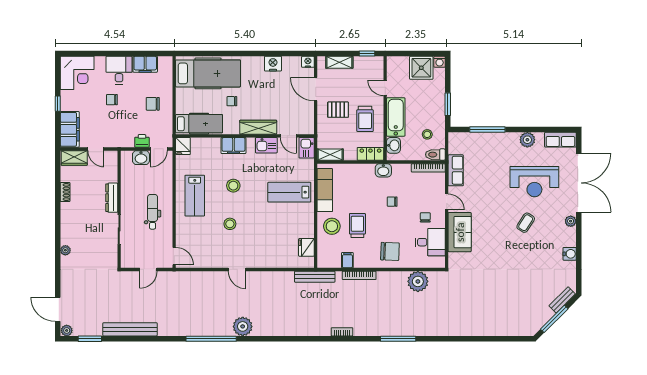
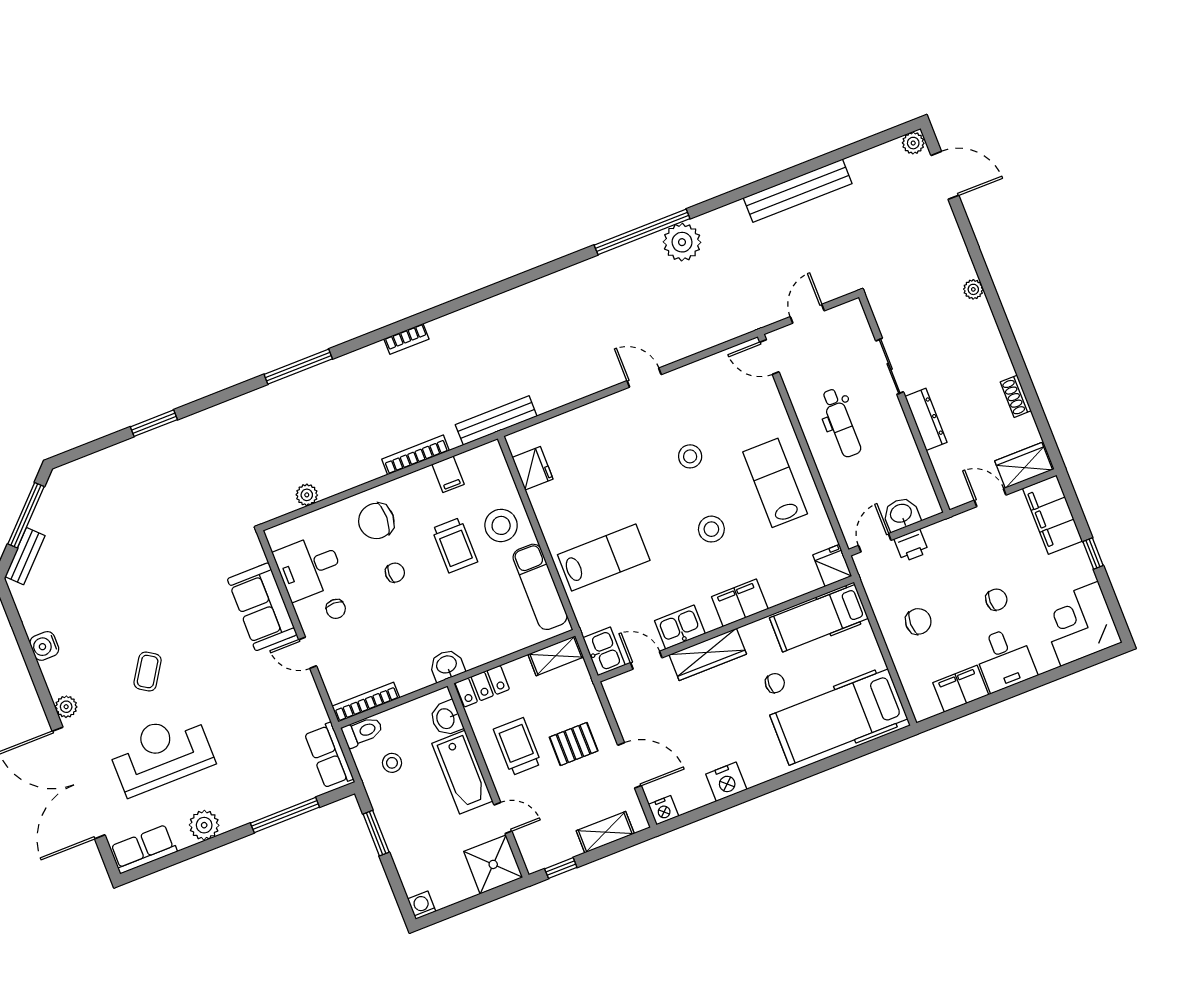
shower: (421, 68) -> (493, 864), moved
row of seats: (456, 170) -> (329, 756), moved
chair: (392, 202) -> (395, 573), moved
plant: (418, 281) -> (307, 495), width x0.53, depth x0.53
plant: (243, 326) -> (682, 242), moved
window: (90, 339) -> (154, 423), moved

